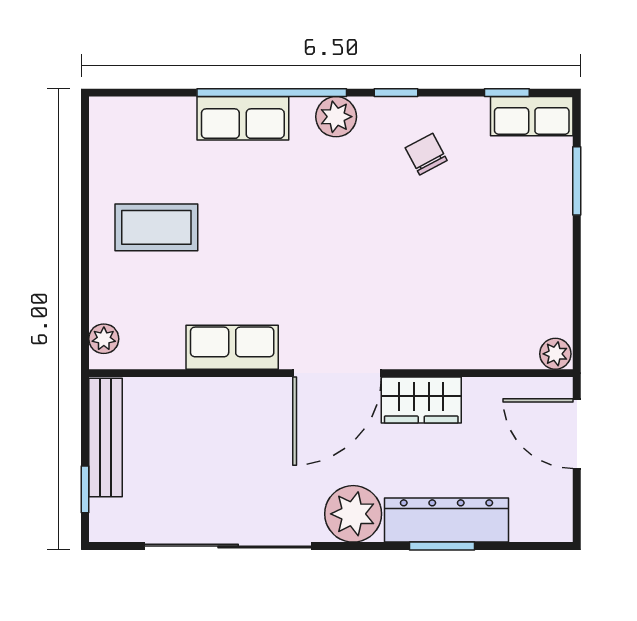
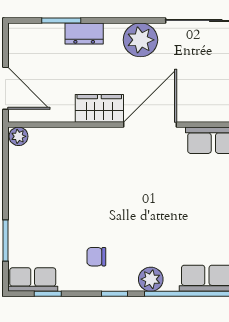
chair: (426, 154) -> (96, 257), turned 118
dresser: (446, 520) -> (84, 33), width x0.51, depth x0.80
window: (442, 546) -> (61, 20), moved

